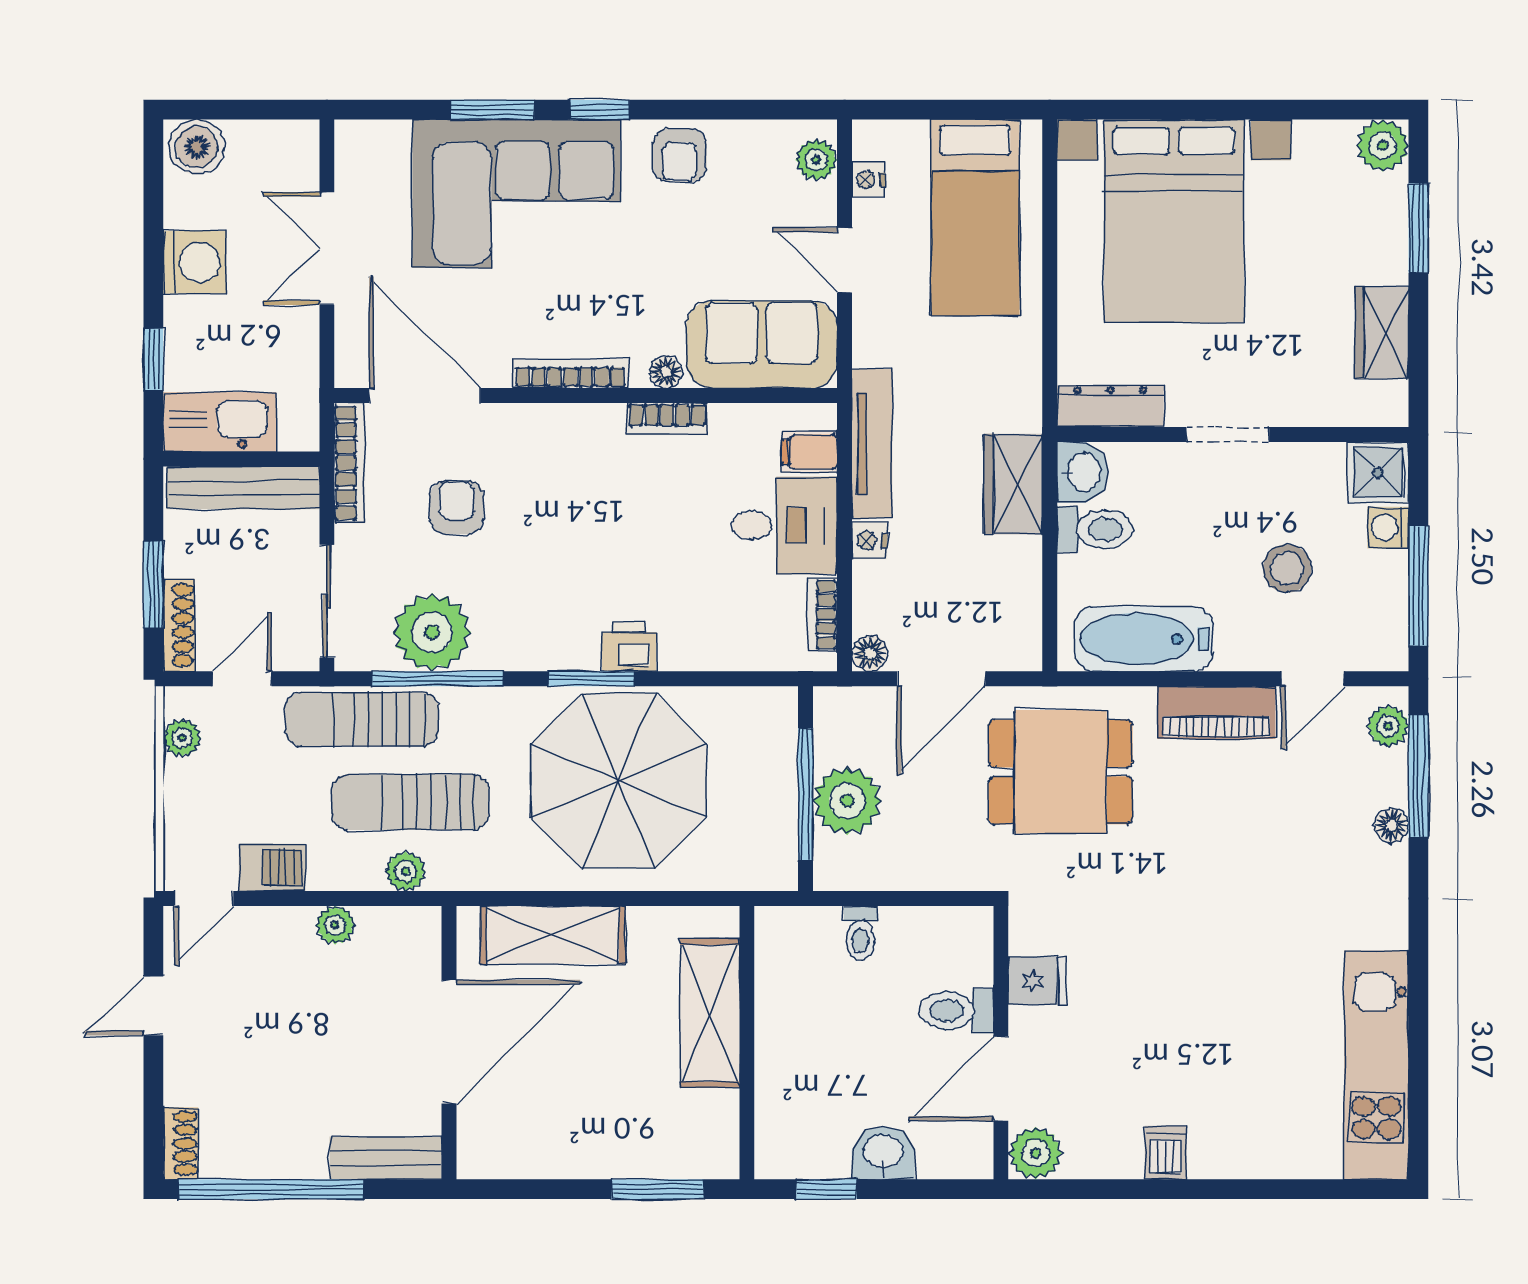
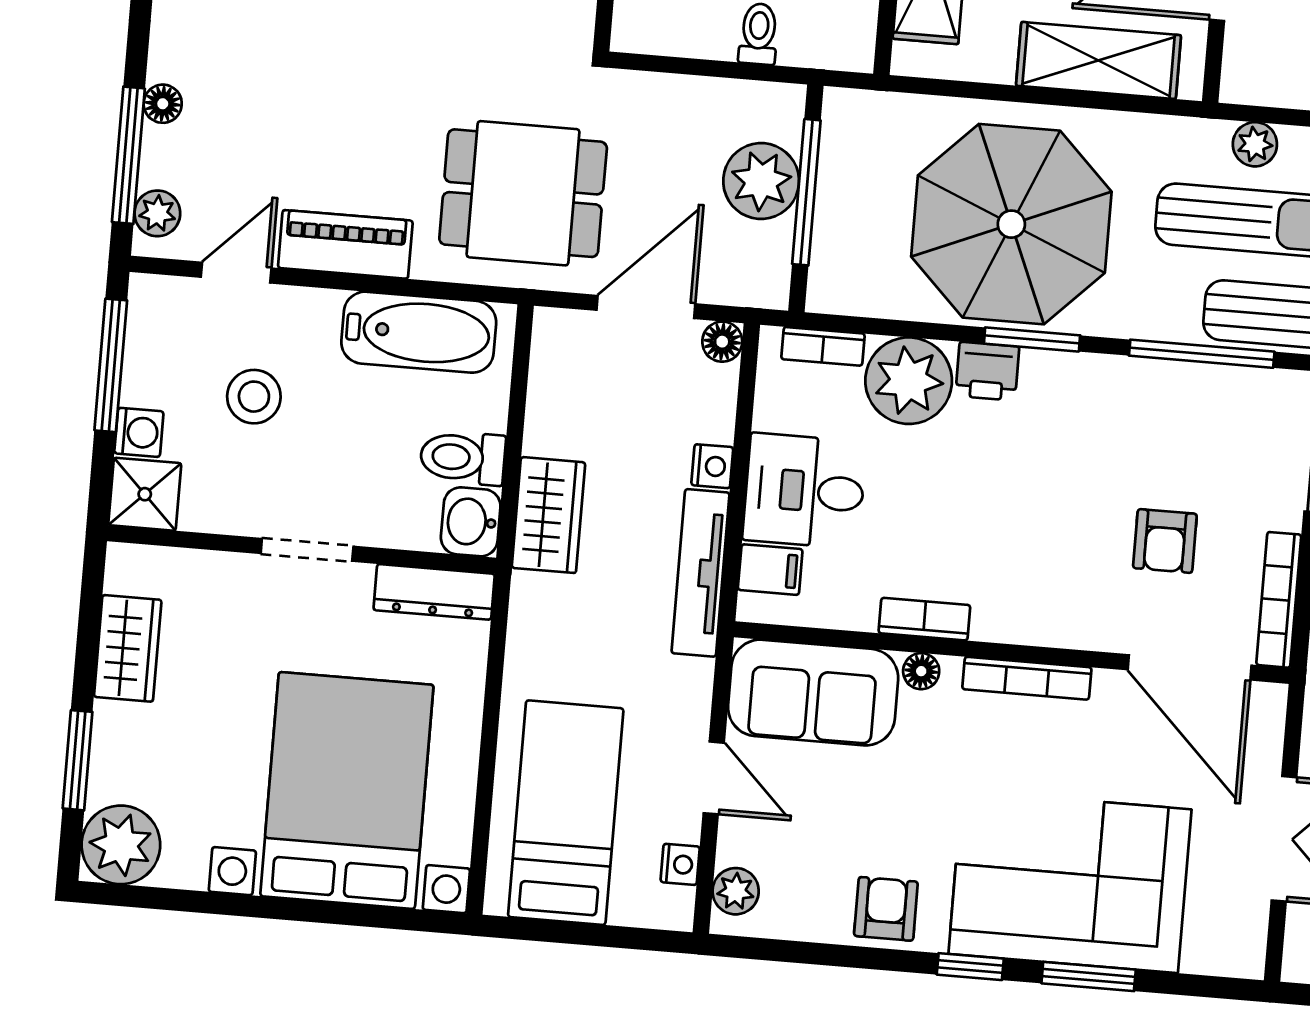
plant: (1383, 146) -> (121, 845), width x1.36, depth x1.36
bookcase: (823, 615) -> (823, 346), moved, turned 90
plant: (432, 632) -> (909, 381), moved

